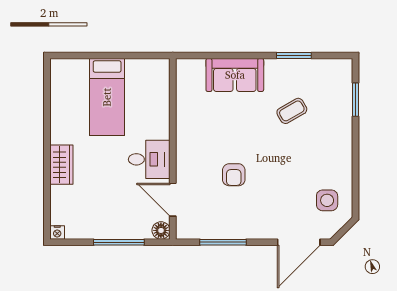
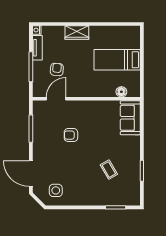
sofa: (235, 75) -> (130, 118), moved
desk: (149, 159) -> (80, 85), removed
armchair: (123, 198) -> (57, 69), added
floor lamp: (161, 230) -> (121, 92), moved
tv unit: (87, 231) -> (37, 48), added

